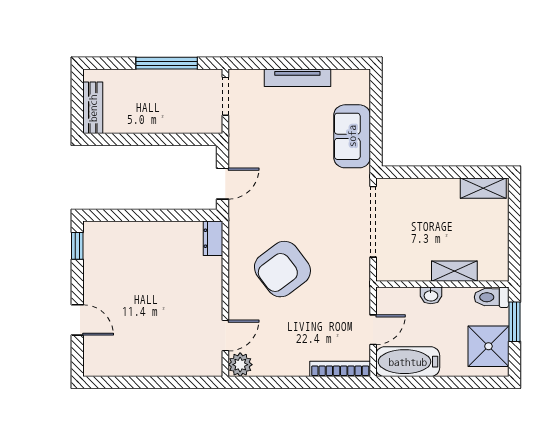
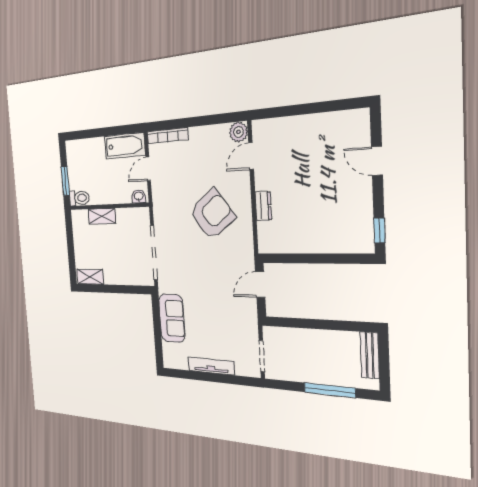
window: (167, 63) -> (330, 390), moved
dresser: (213, 238) -> (263, 206), moved
washbasin: (431, 295) -> (139, 196), moved
shower: (488, 346) -> (78, 162), removed

